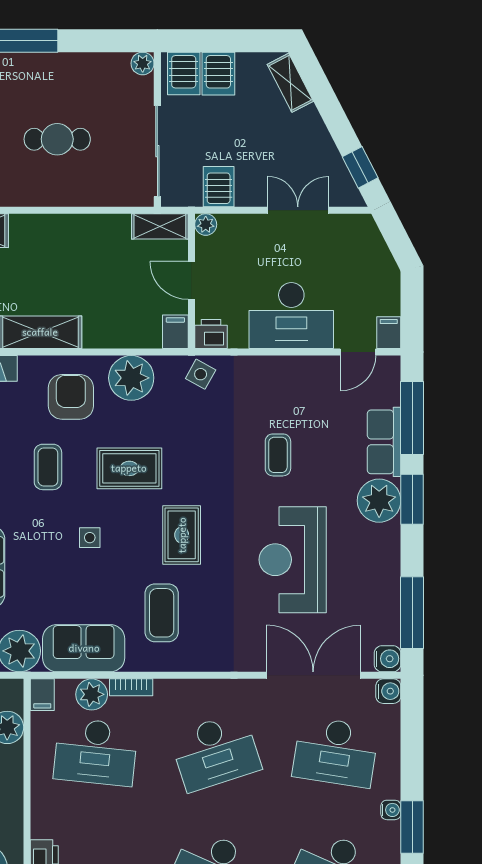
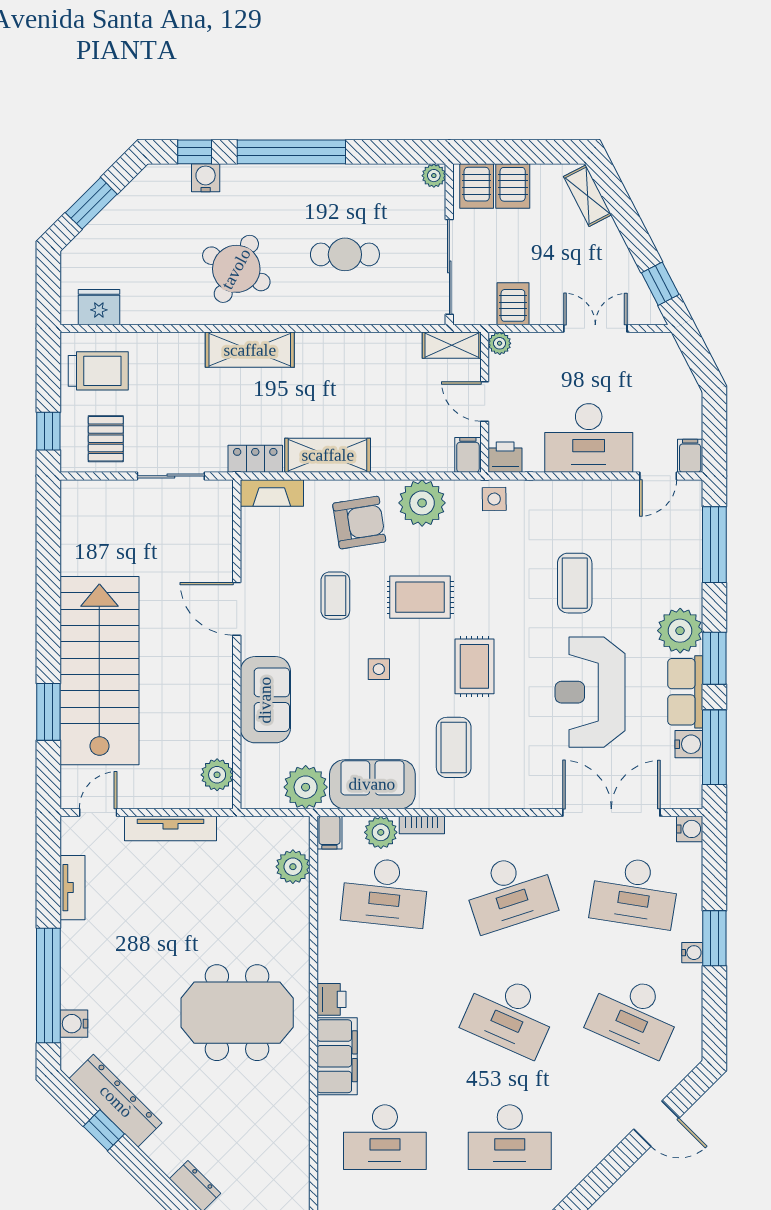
side table: (201, 374) -> (494, 499), turned -30
armchair: (71, 397) -> (359, 523), turned 81
row of seats: (384, 442) -> (685, 692), moved
coffee table: (278, 455) -> (575, 583), width x1.36, depth x1.30
window: (412, 499) -> (714, 658), moved
water cooler: (388, 659) -> (689, 744), moved
window: (412, 827) -> (714, 938), moved

